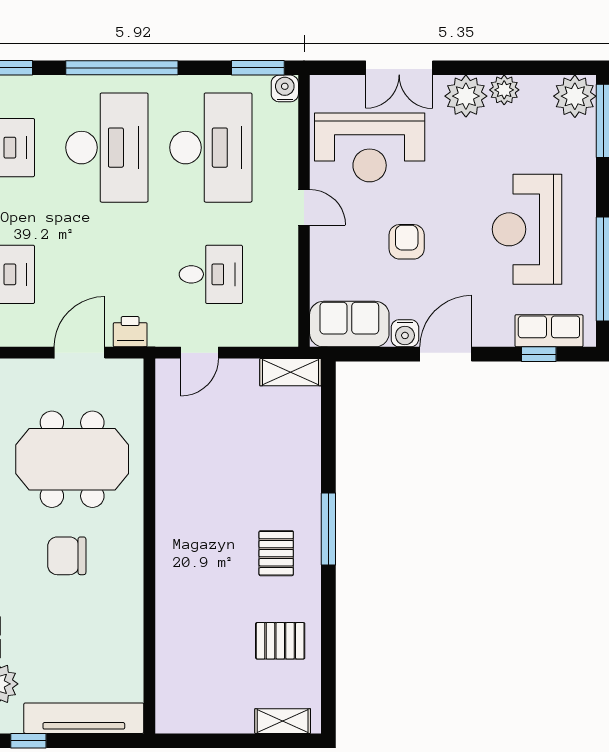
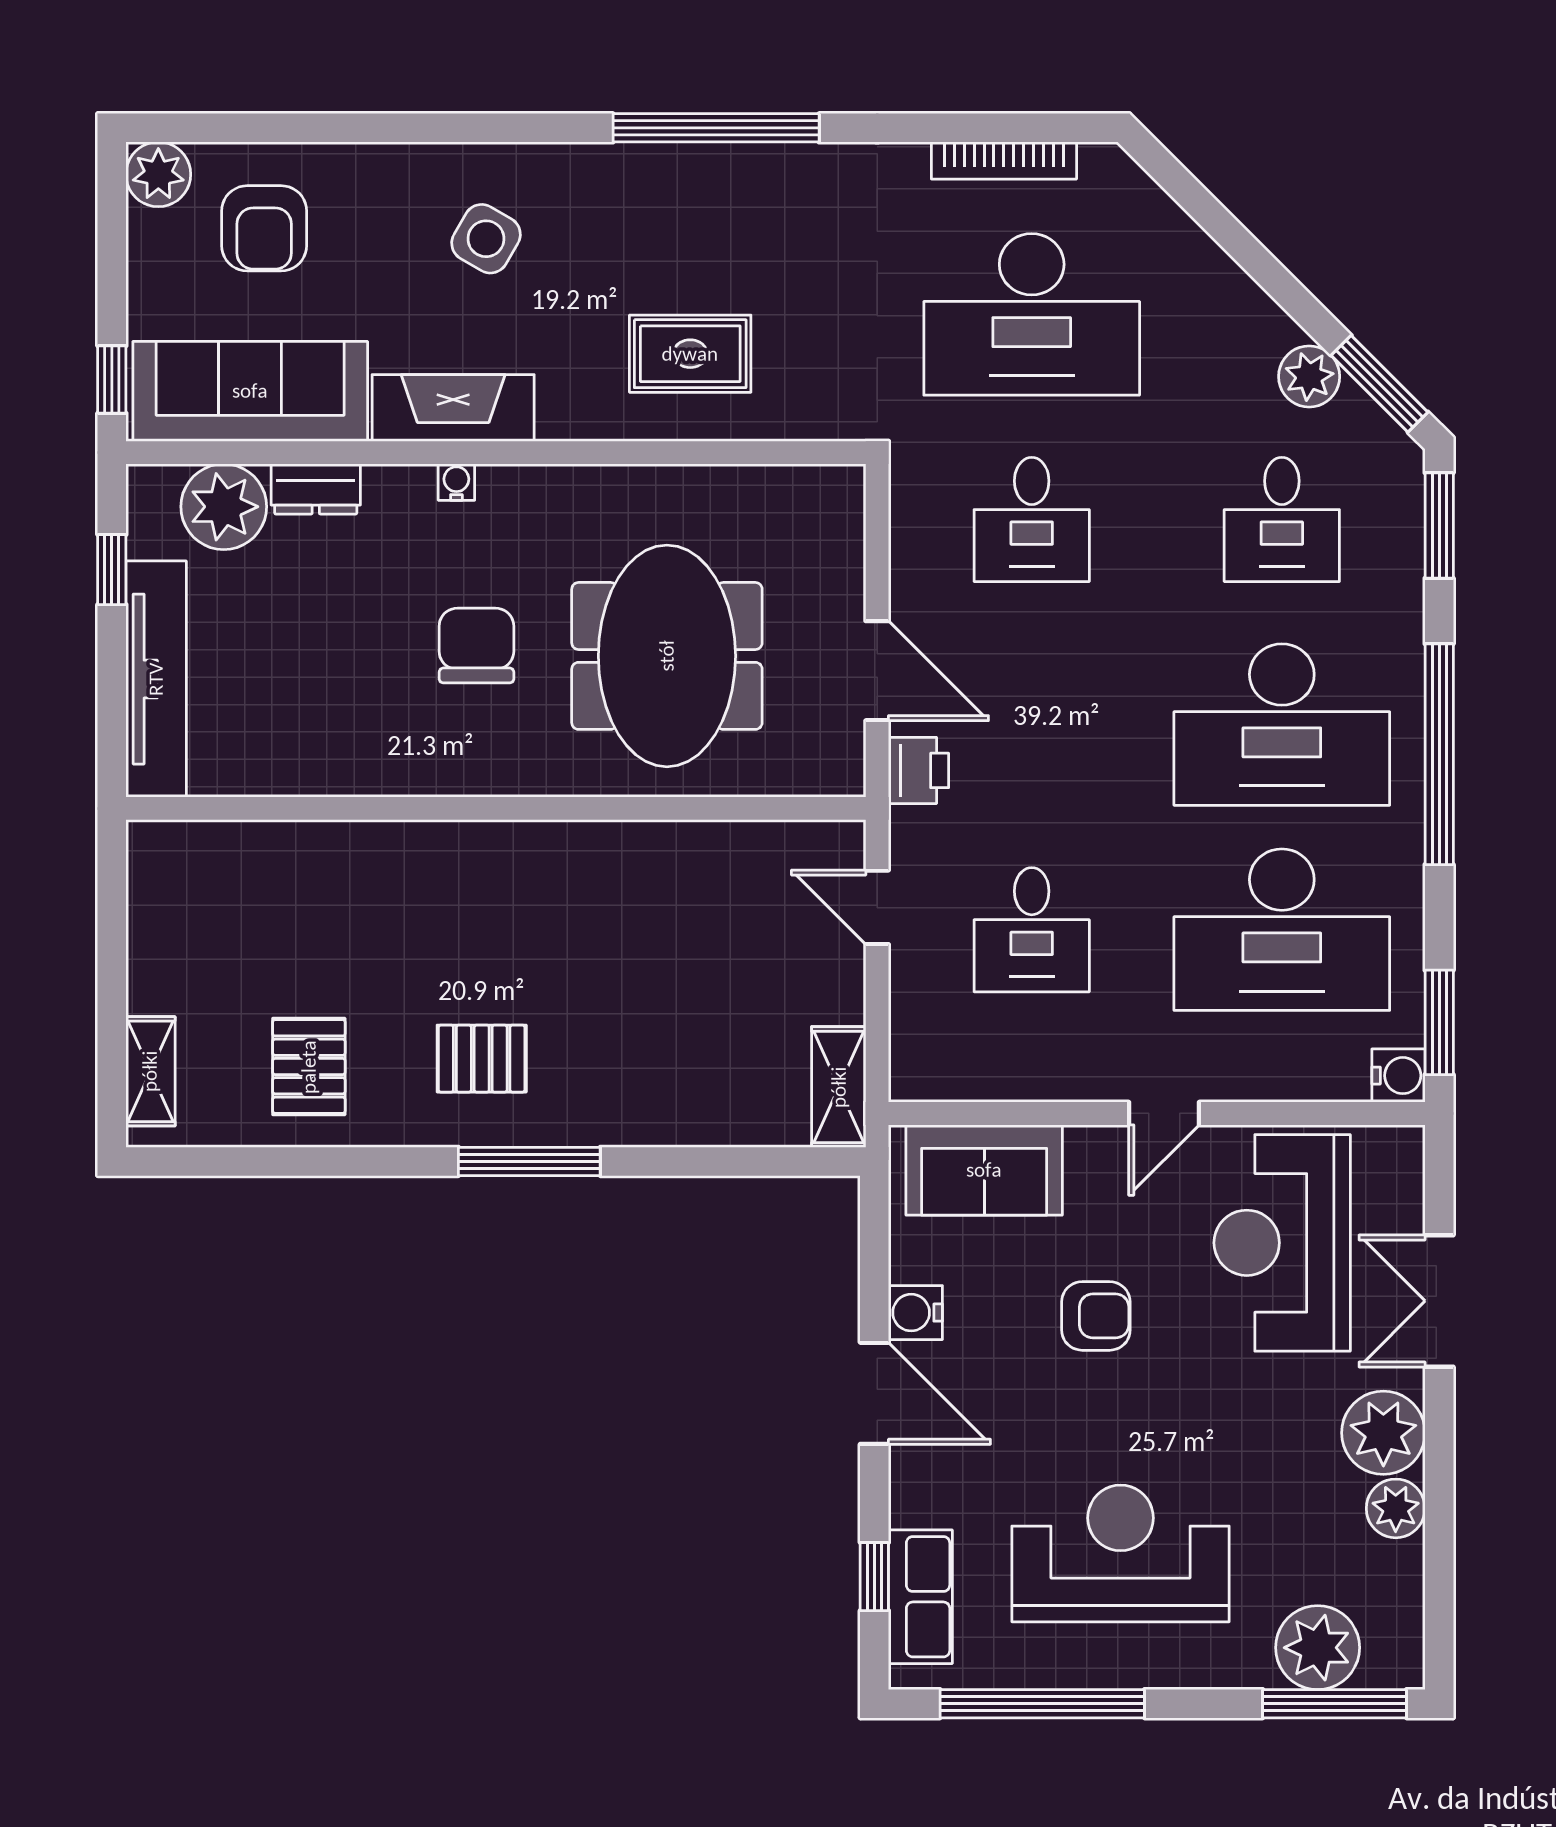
plant: (575, 96) -> (1318, 1648), moved
sofa: (349, 324) -> (984, 1170), moved, turned 90

